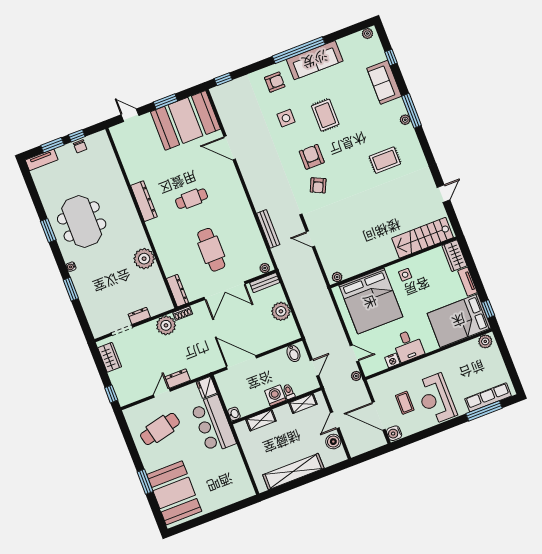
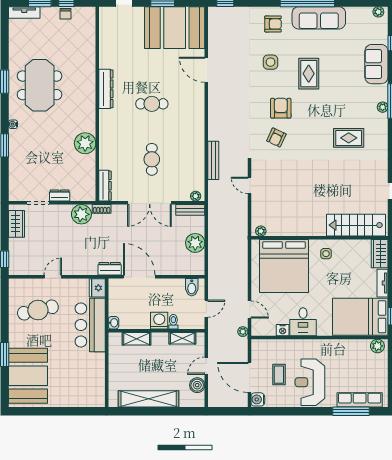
cafe table: (211, 250) -> (152, 159), width x0.73, depth x0.74
dresser: (178, 379) -> (110, 269), moved

